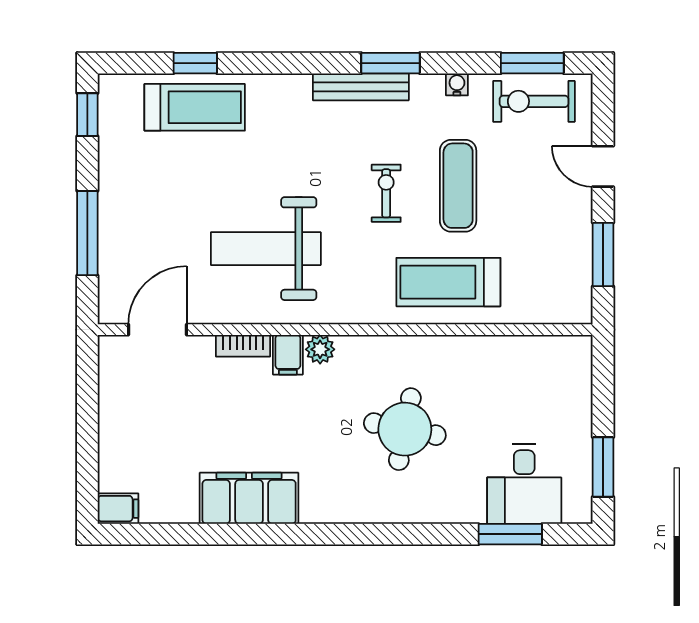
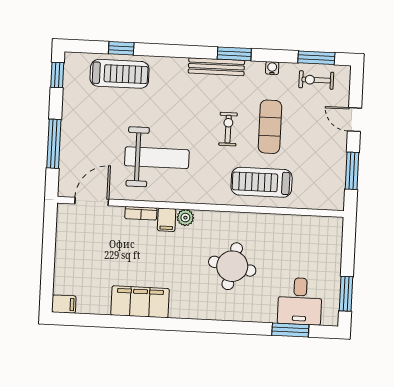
exercise bike: (534, 101) -> (316, 80), width x0.73, depth x0.72
weight bench: (266, 249) -> (157, 158), turned 180

